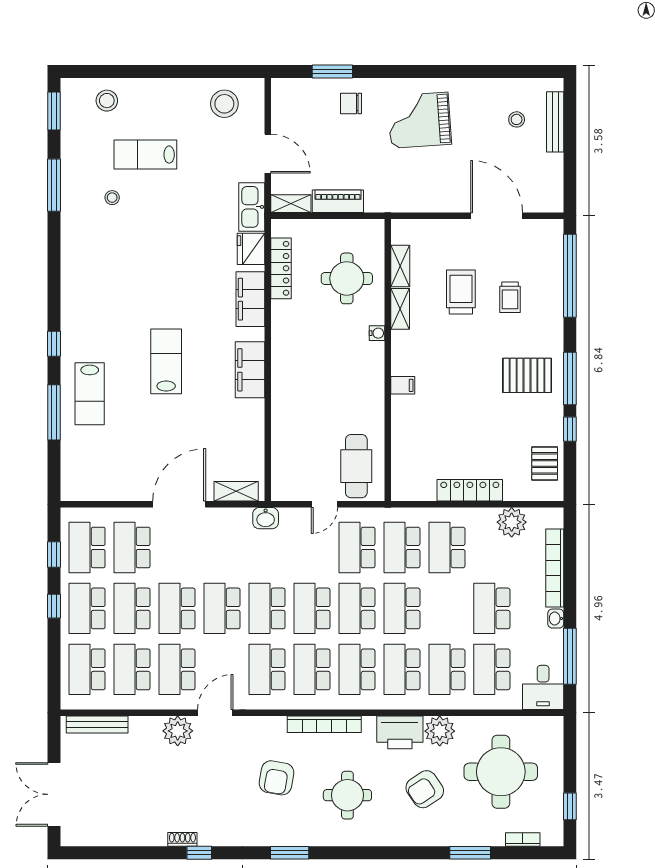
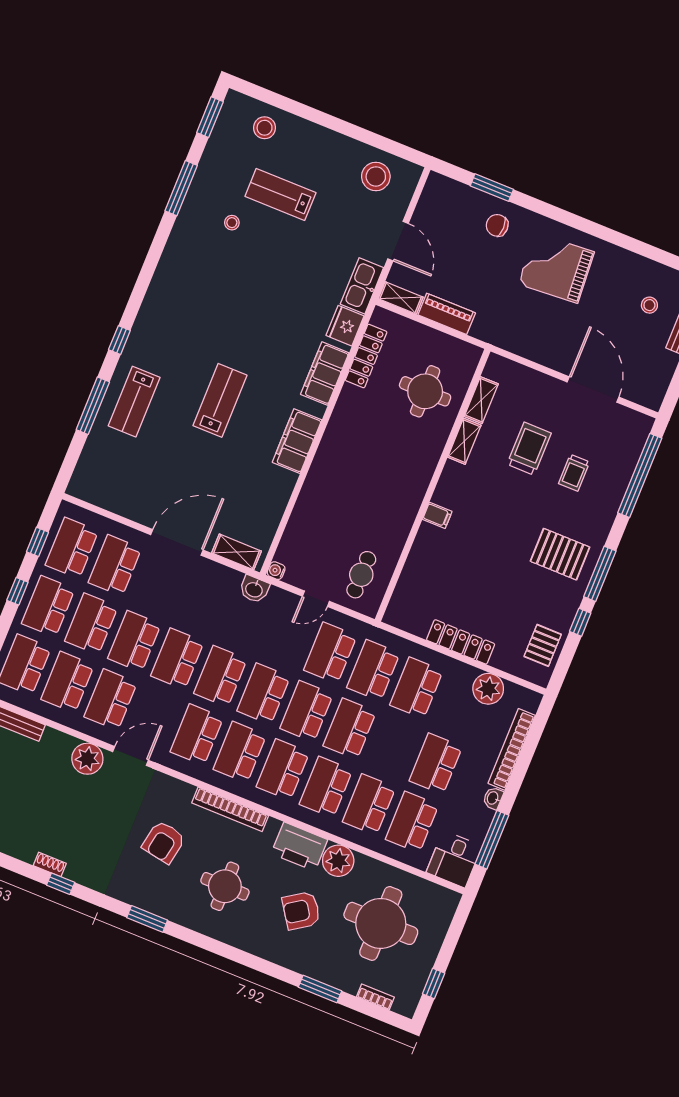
water cooler: (377, 333) -> (276, 571), moved, turned 180
cafe table: (356, 466) -> (361, 575), width x0.73, depth x0.74

